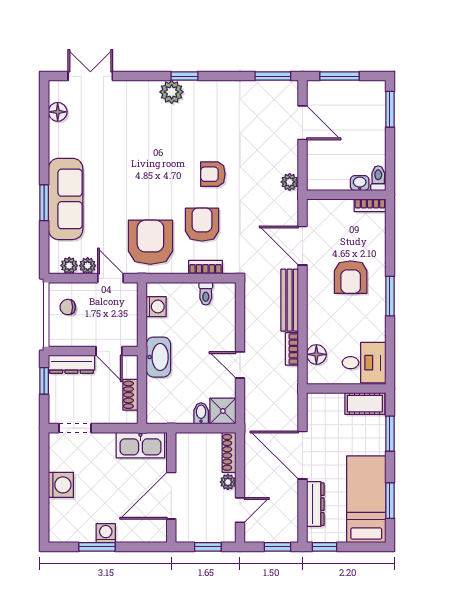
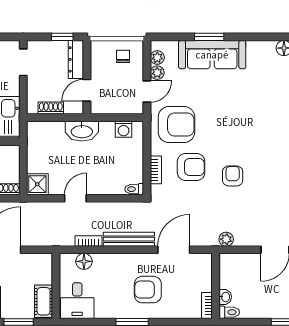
toilet: (206, 294) -> (134, 189), moved
bidet: (201, 413) -> (36, 166), removed

